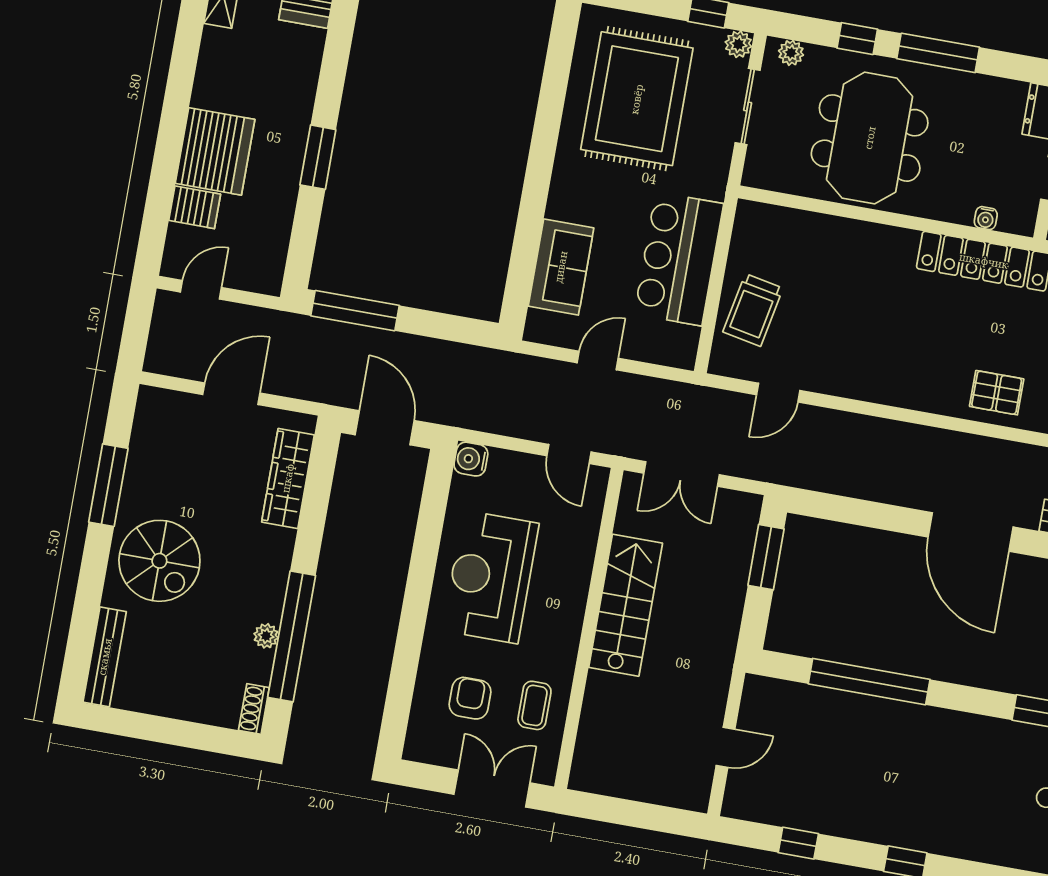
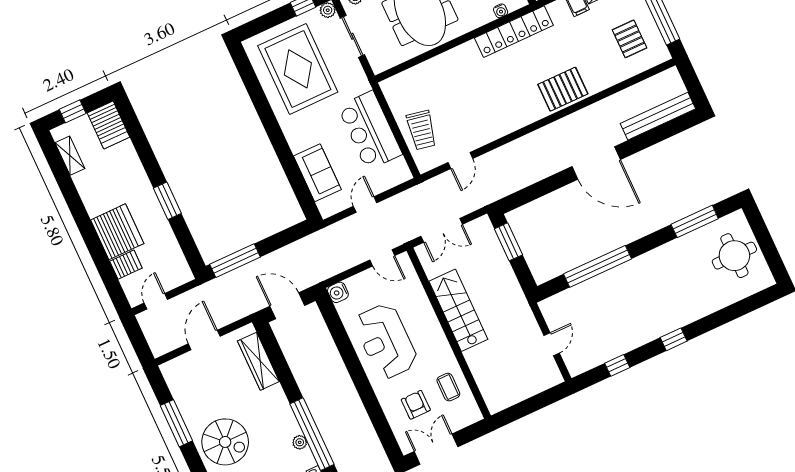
pallet: (997, 393) -> (563, 89), width x1.50, depth x1.42
double door: (492, 789) -> (436, 449), moved

